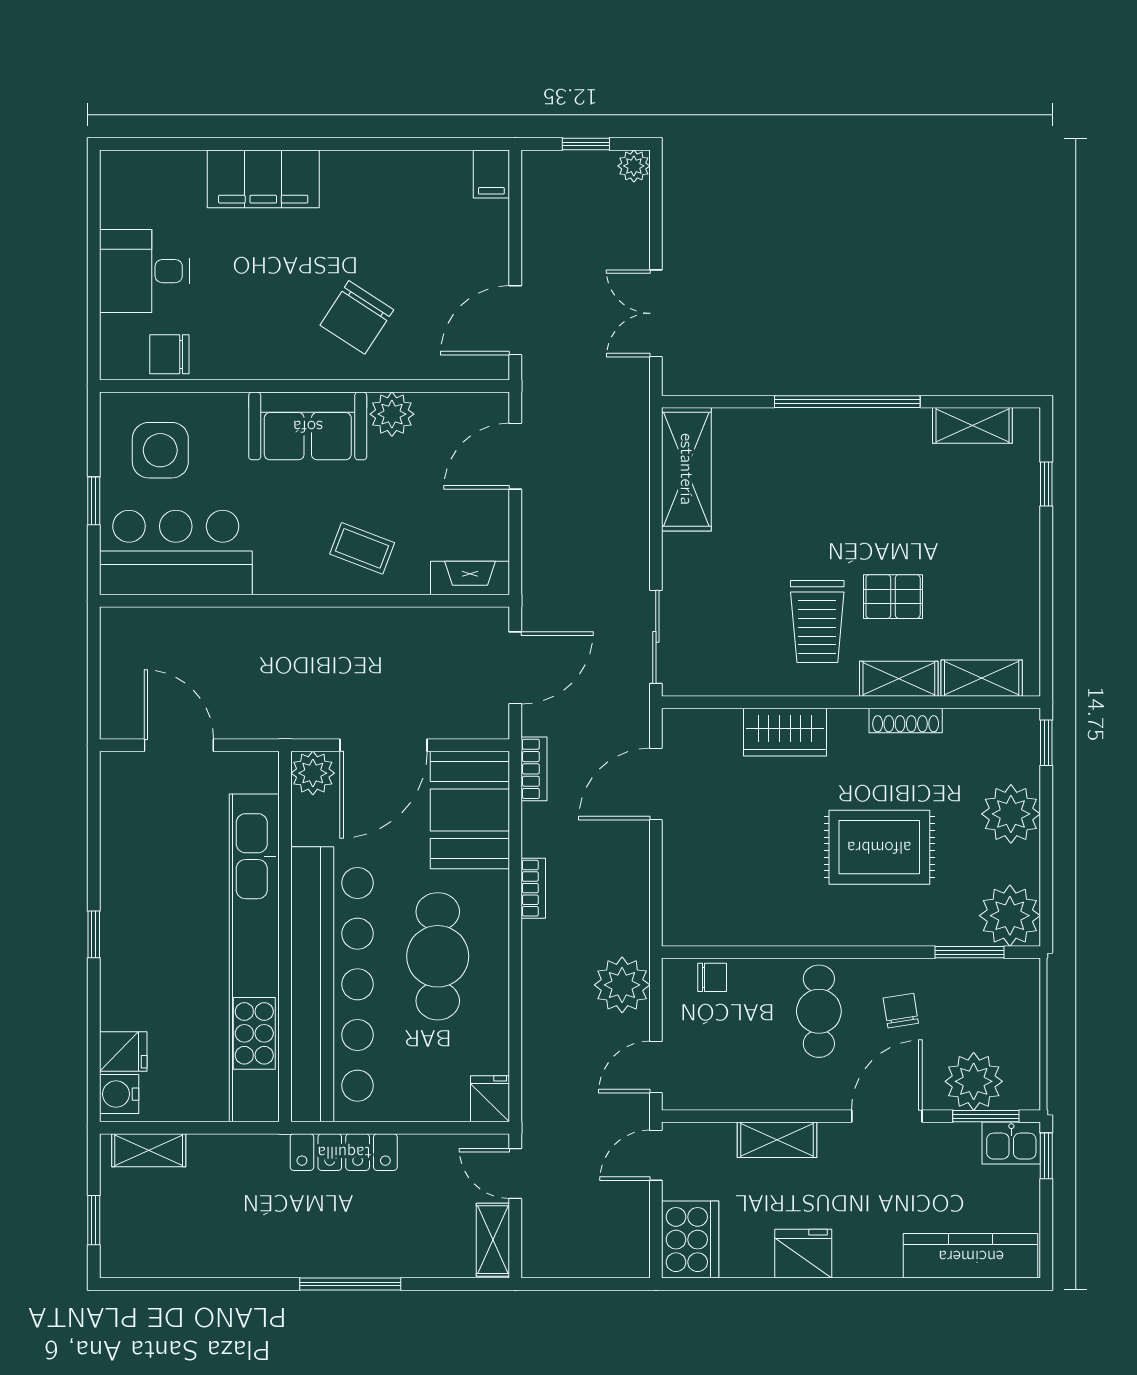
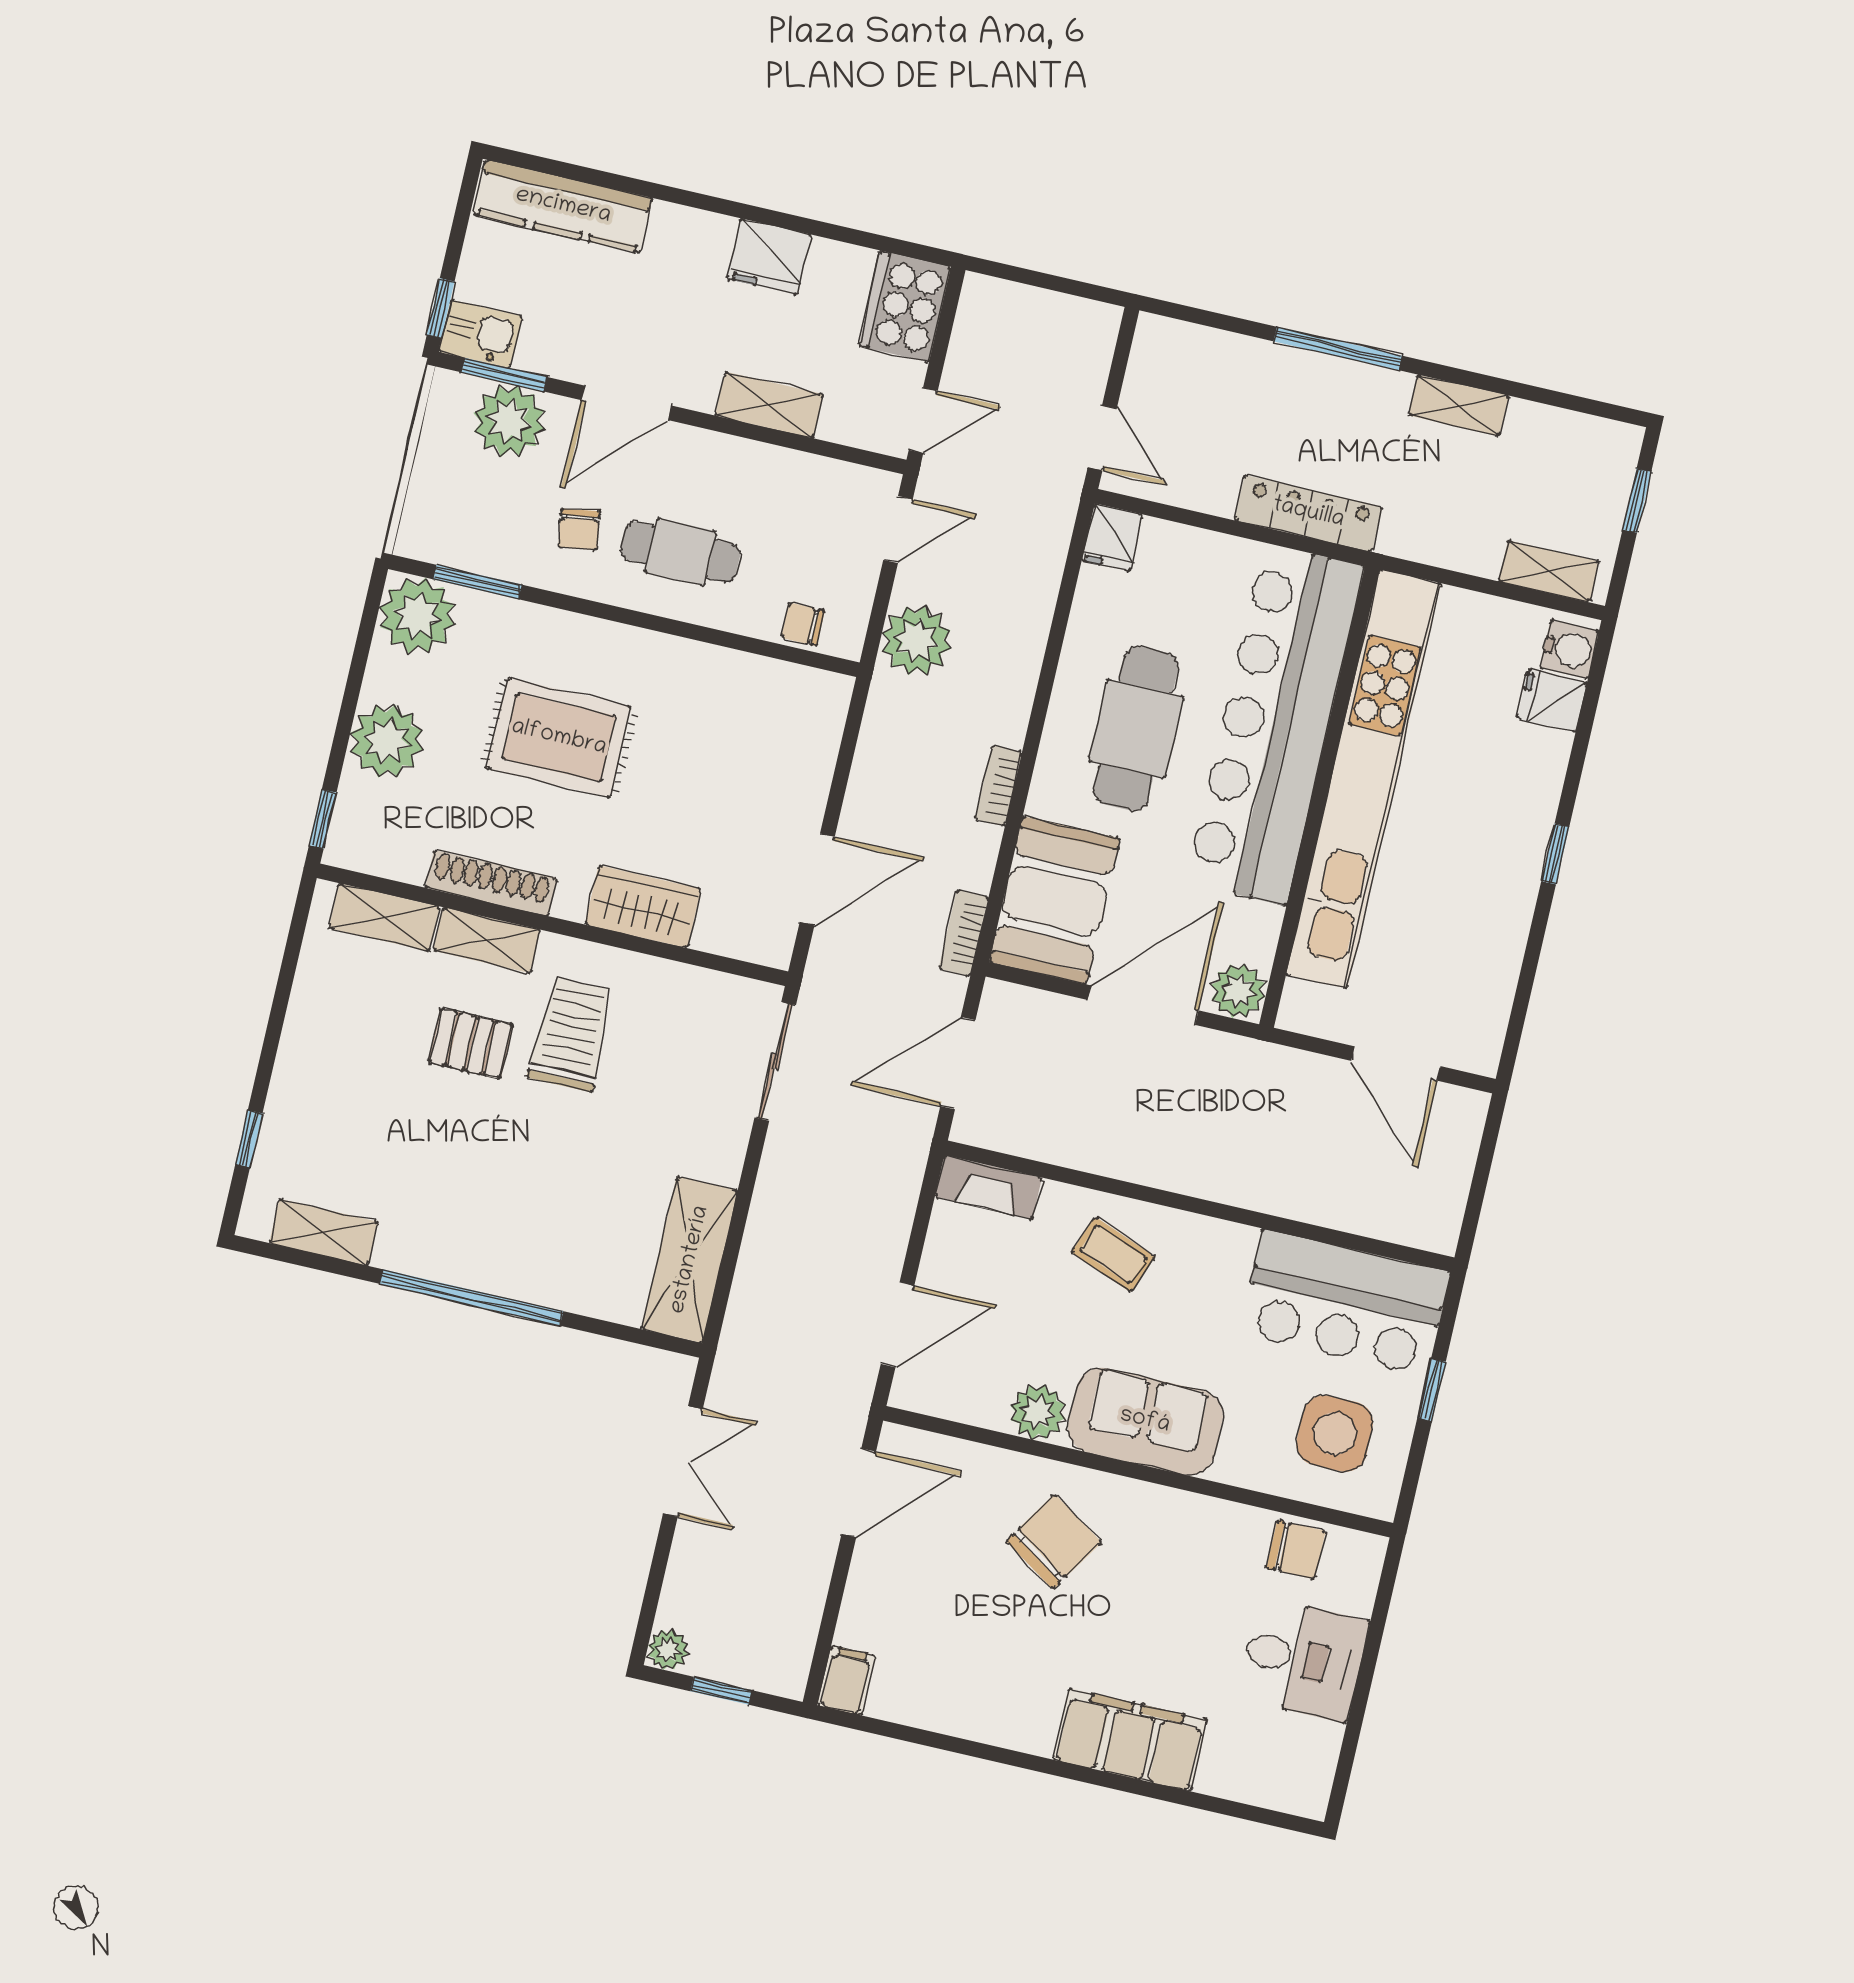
shoe rack: (906, 721) -> (491, 883), width x1.36, depth x1.24
cafe table: (819, 1011) -> (681, 552), turned 90
shelving: (493, 1240) -> (1459, 405), moved, turned 90

